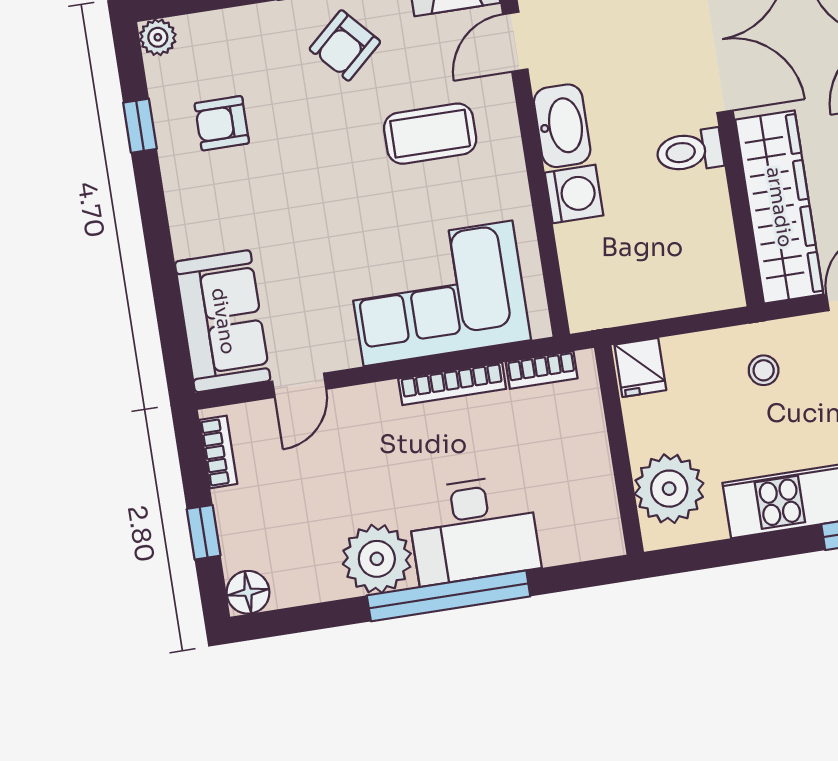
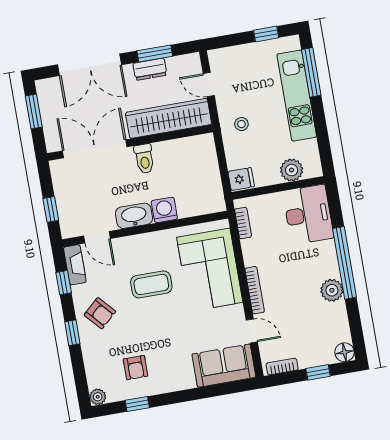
coffee table: (430, 134) -> (151, 284), moved, turned 90
bookcase: (452, 384) -> (255, 290), moved
plant: (669, 489) -> (292, 170), width x0.73, depth x0.73
desk: (473, 530) -> (308, 215), moved
plant: (377, 559) -> (332, 290), width x0.73, depth x0.73

